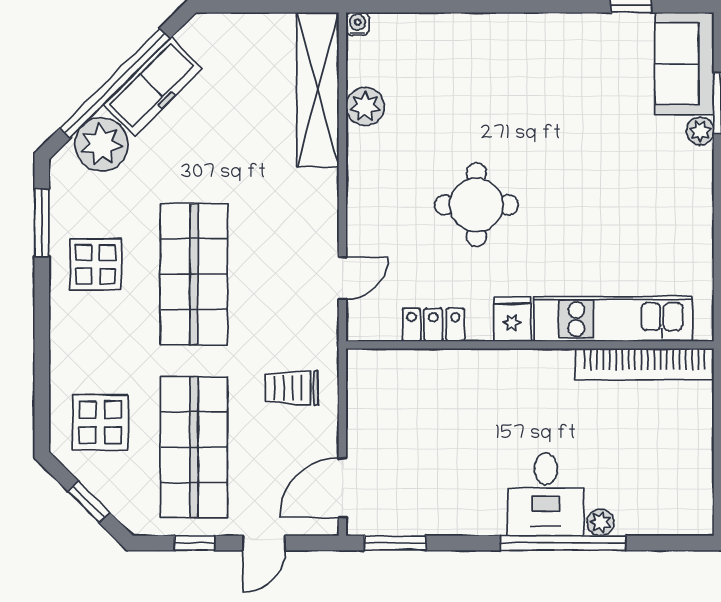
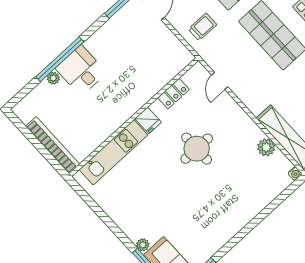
bookcase: (645, 364) -> (53, 145), moved, turned 90

